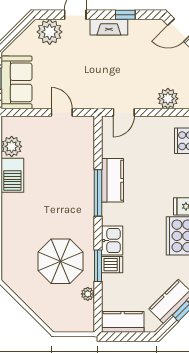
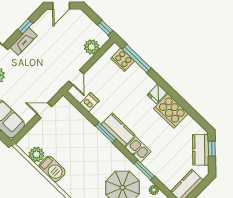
kitchen counter: (112, 180) -> (118, 130), moved
window: (98, 193) -> (106, 133), width x0.69
dishwasher: (112, 265) -> (89, 102), moved

